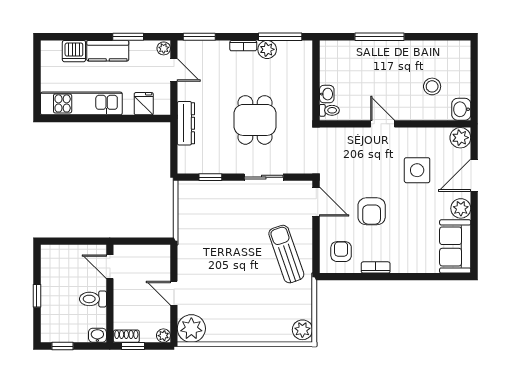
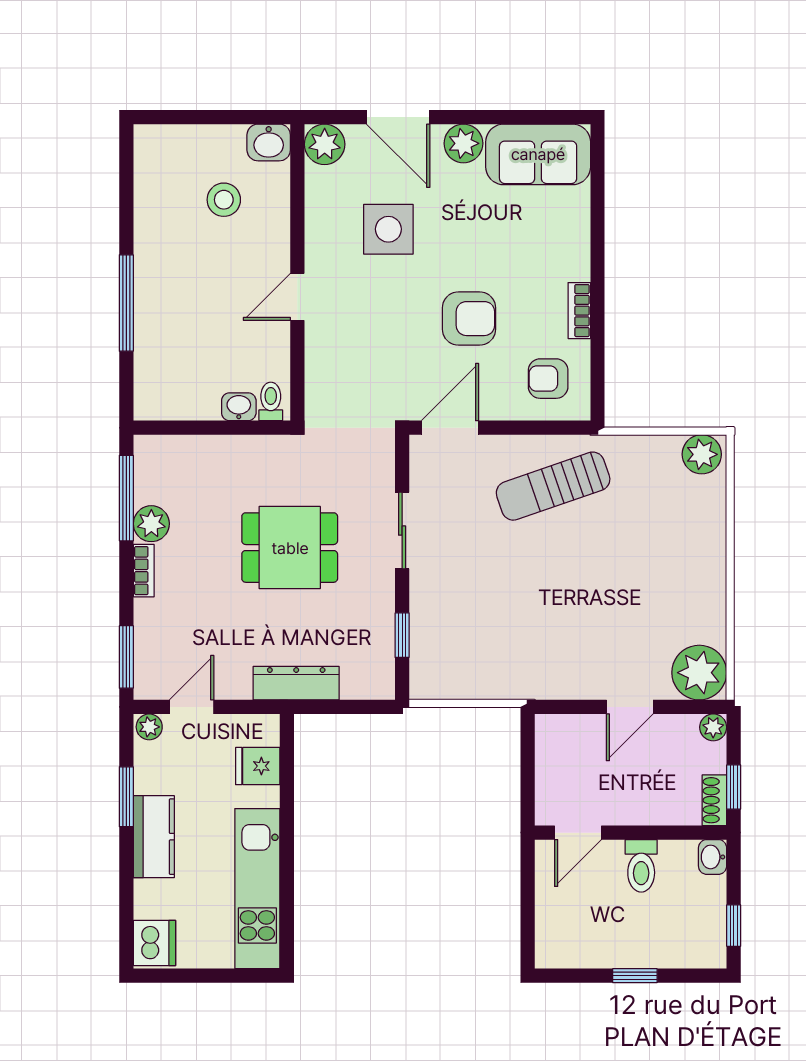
dishwasher: (74, 51) -> (154, 943), moved

